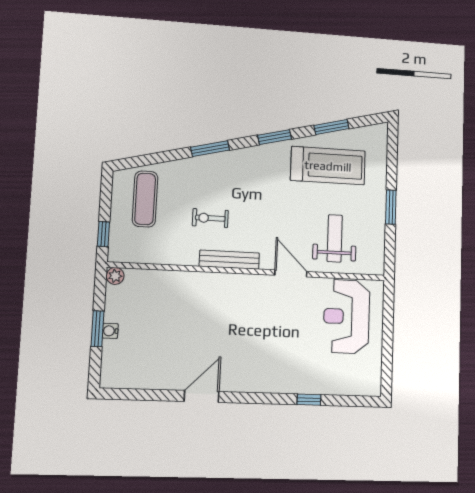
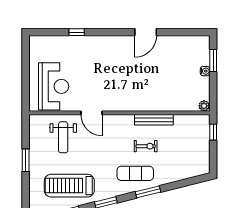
exercise mat: (145, 199) -> (135, 173), moved, turned 90
bench: (229, 260) -> (154, 120), moved
window: (97, 329) -> (213, 61), moved

